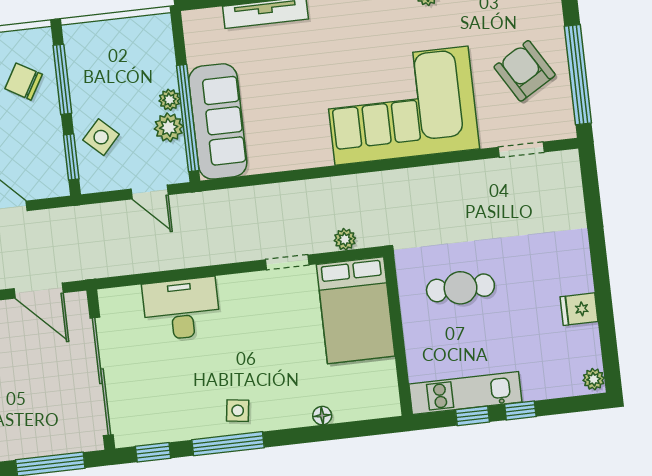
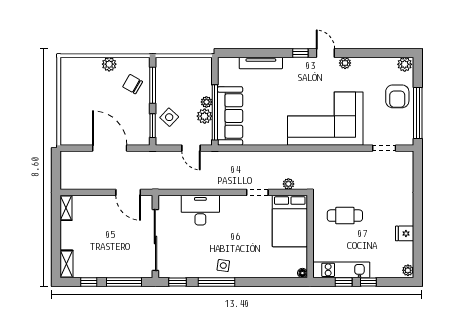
armchair: (525, 71) -> (397, 96), moved, turned -149
floor lamp: (322, 416) -> (302, 273), moved

